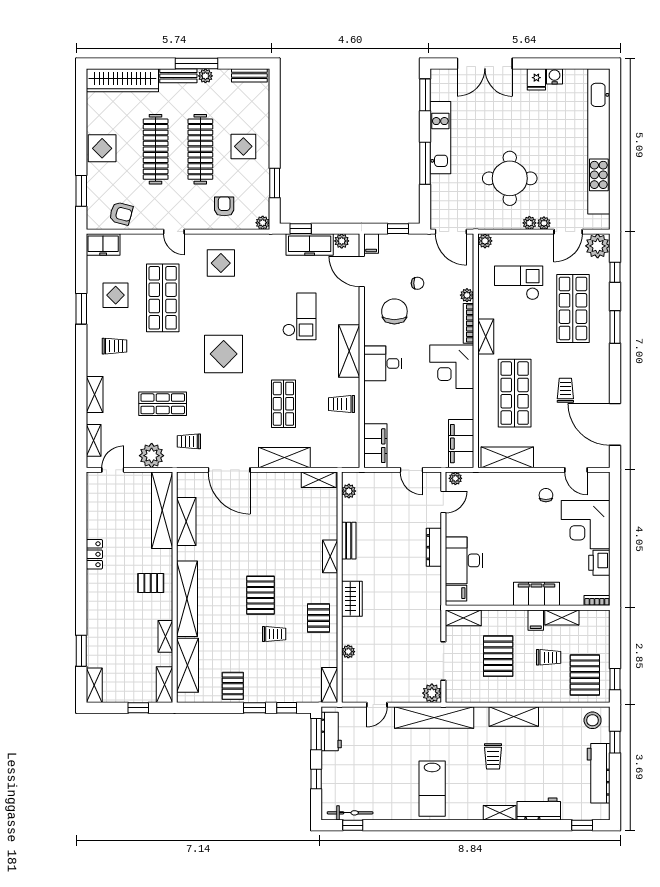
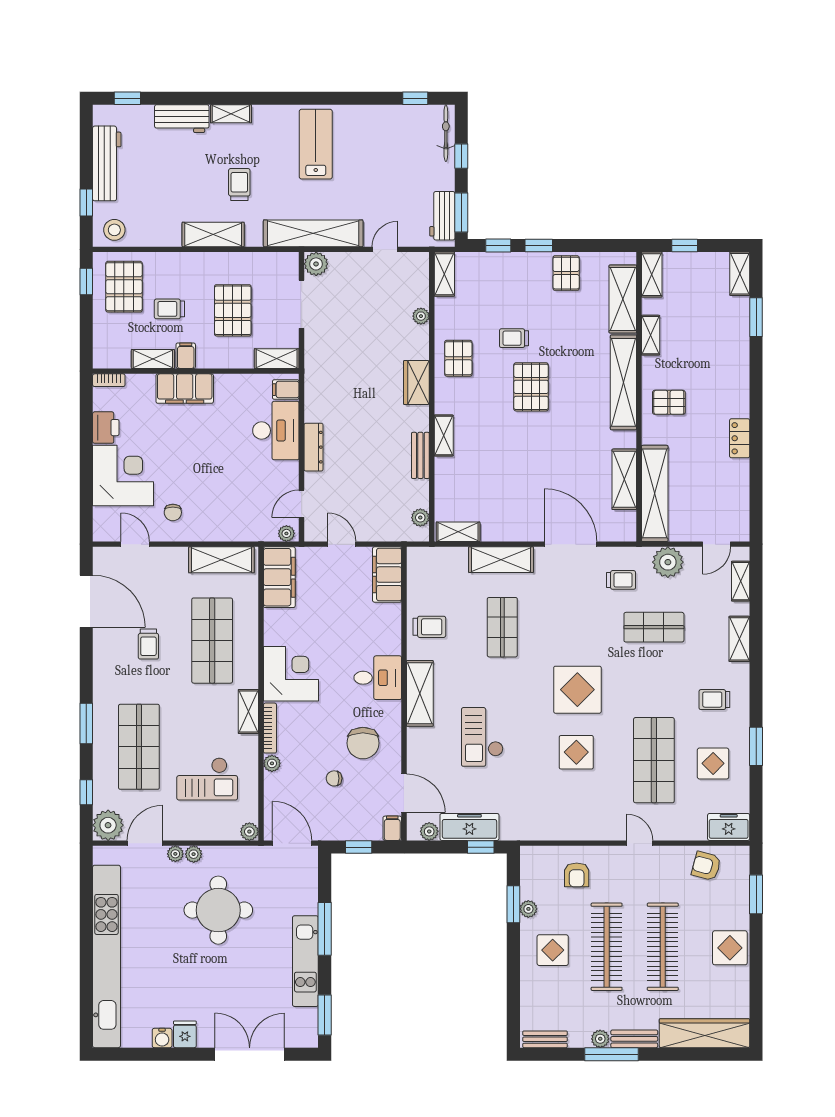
plant: (263, 223) -> (528, 909), moved
display table: (221, 263) -> (576, 752), moved
bicycle: (350, 813) -> (446, 133), moved, turned 90

